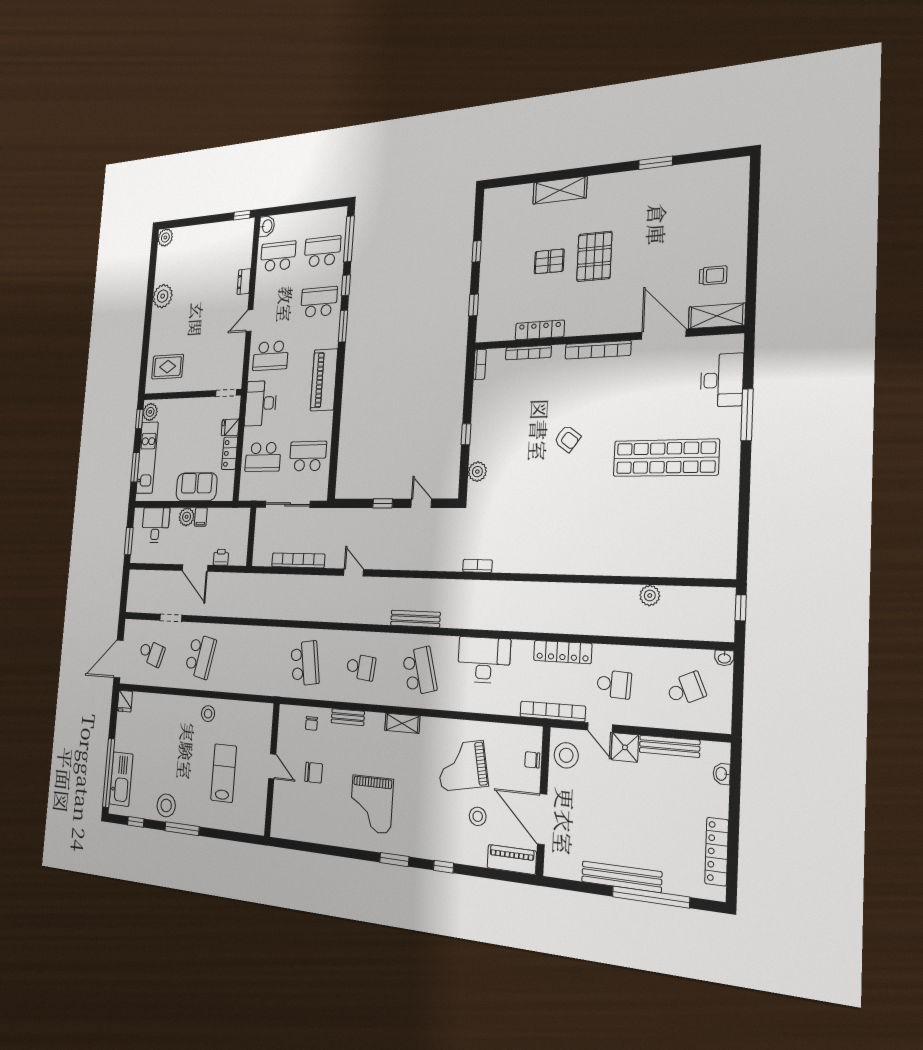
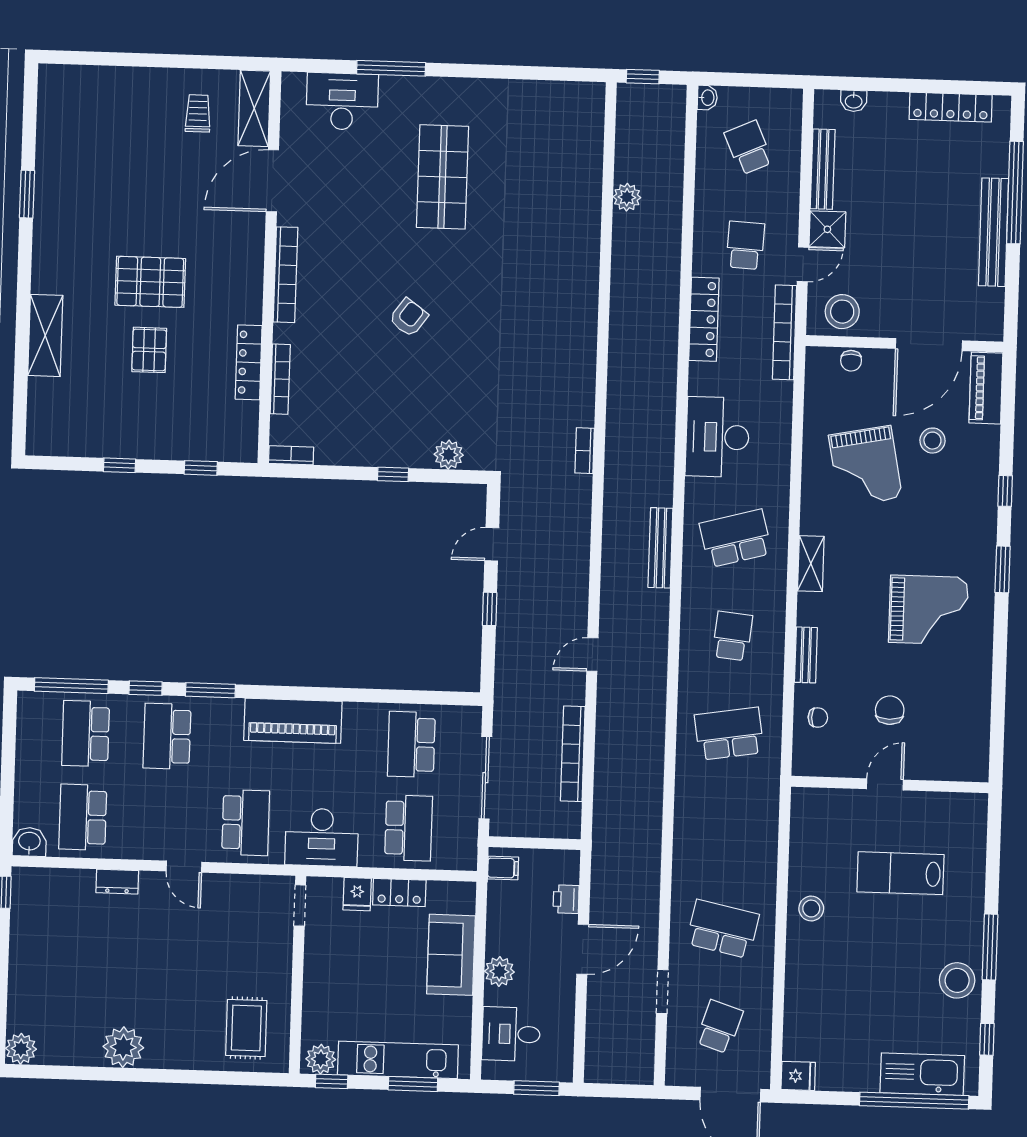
shop shelf: (666, 458) -> (443, 177), width x0.71
filing cabinet: (201, 517) -> (503, 868), moved

